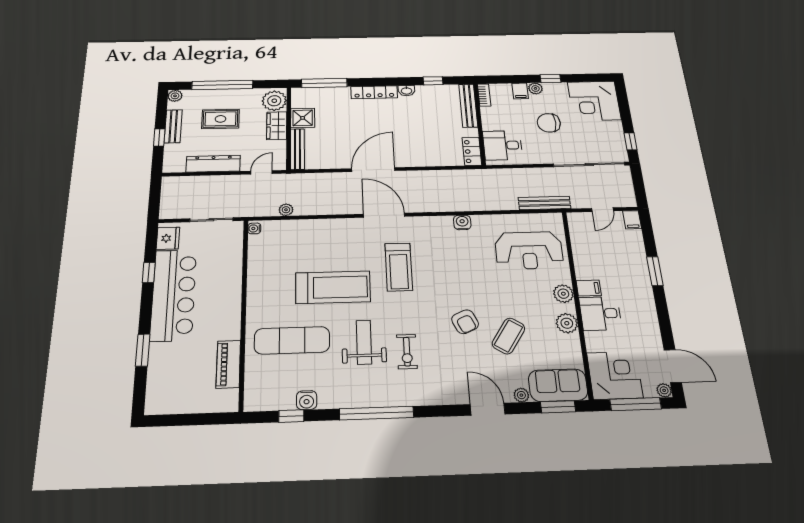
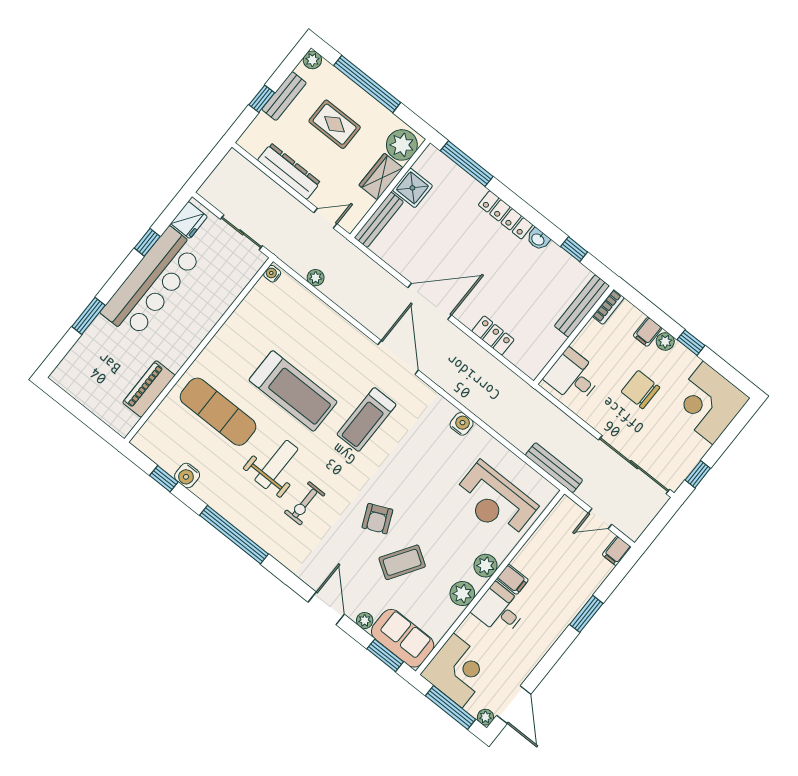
locker: (472, 151) -> (493, 335), moved, turned 90

